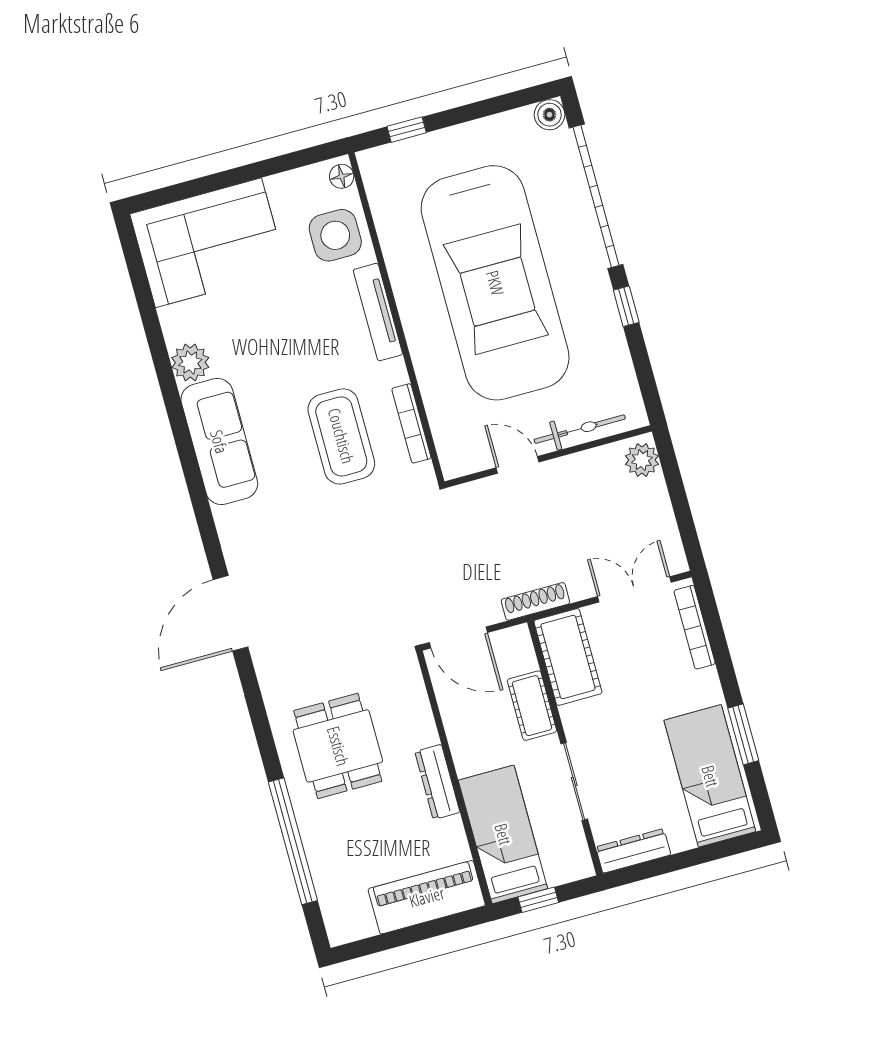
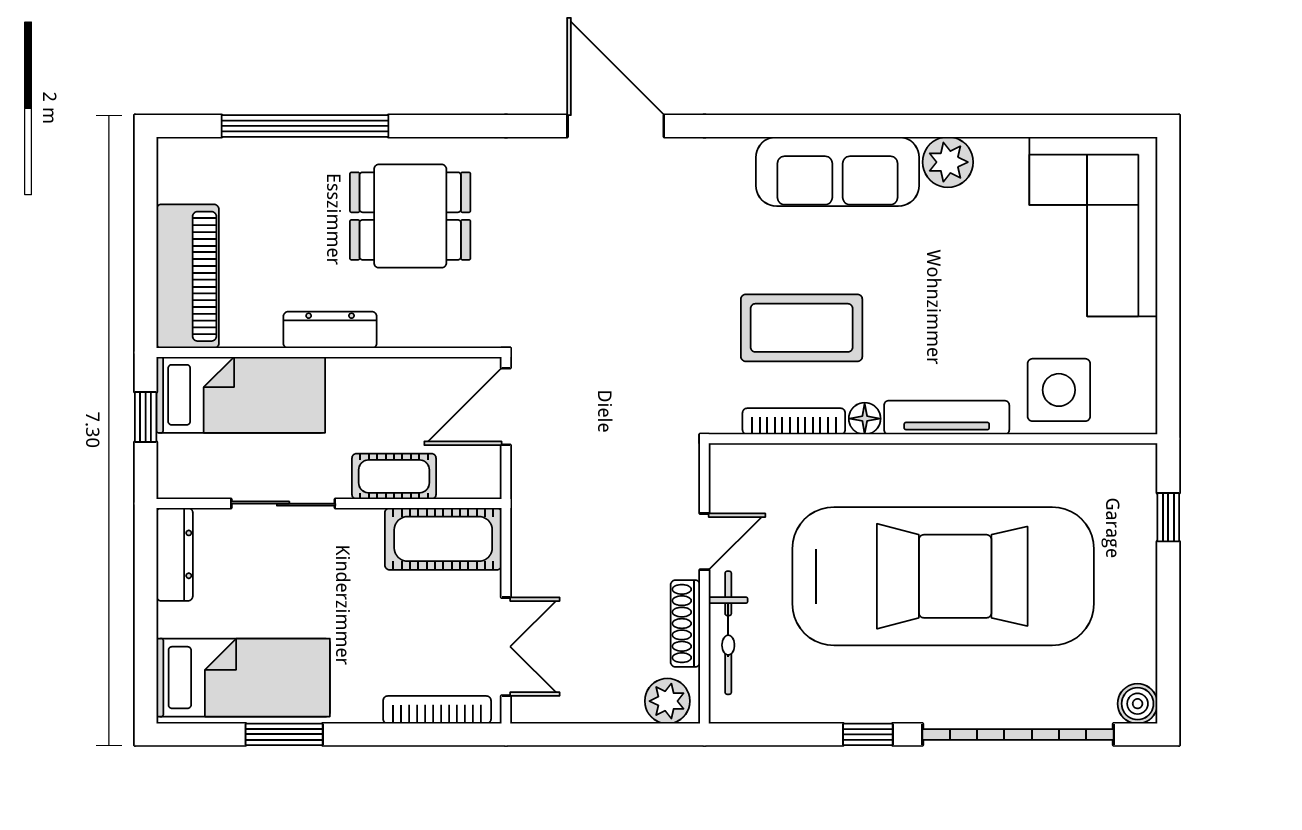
floor lamp: (342, 176) -> (865, 419), moved
car: (495, 283) -> (943, 576), turned 180
shoe rack: (535, 601) -> (685, 623), moved, turned 180

